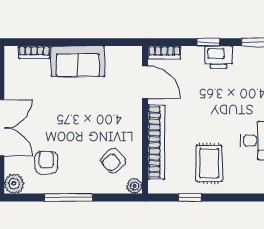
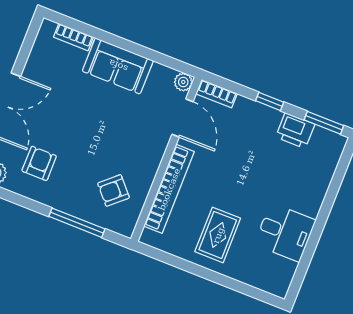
printer: (218, 57) -> (295, 131), moved
plant: (135, 186) -> (183, 82), moved
window: (68, 197) -> (77, 223), moved
window: (190, 197) -> (182, 264), removed

